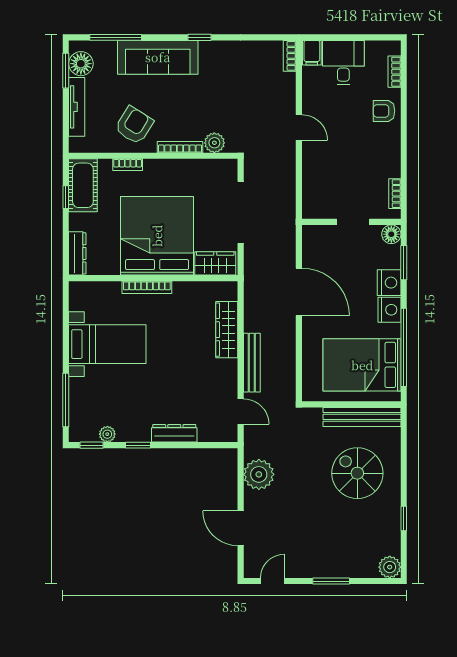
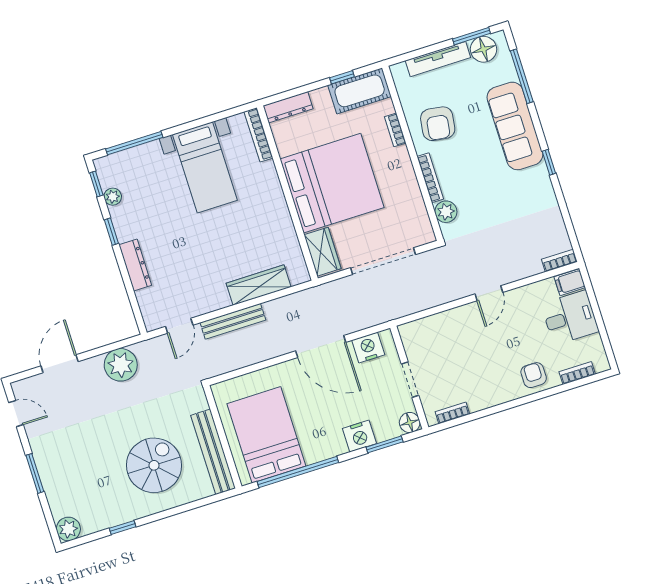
armchair: (134, 125) -> (438, 124), turned 66
bookcase: (147, 287) -> (258, 135), moved
door: (299, 292) -> (321, 347), hinge flipped
nightstand: (389, 310) -> (368, 347), moved, turned 180

